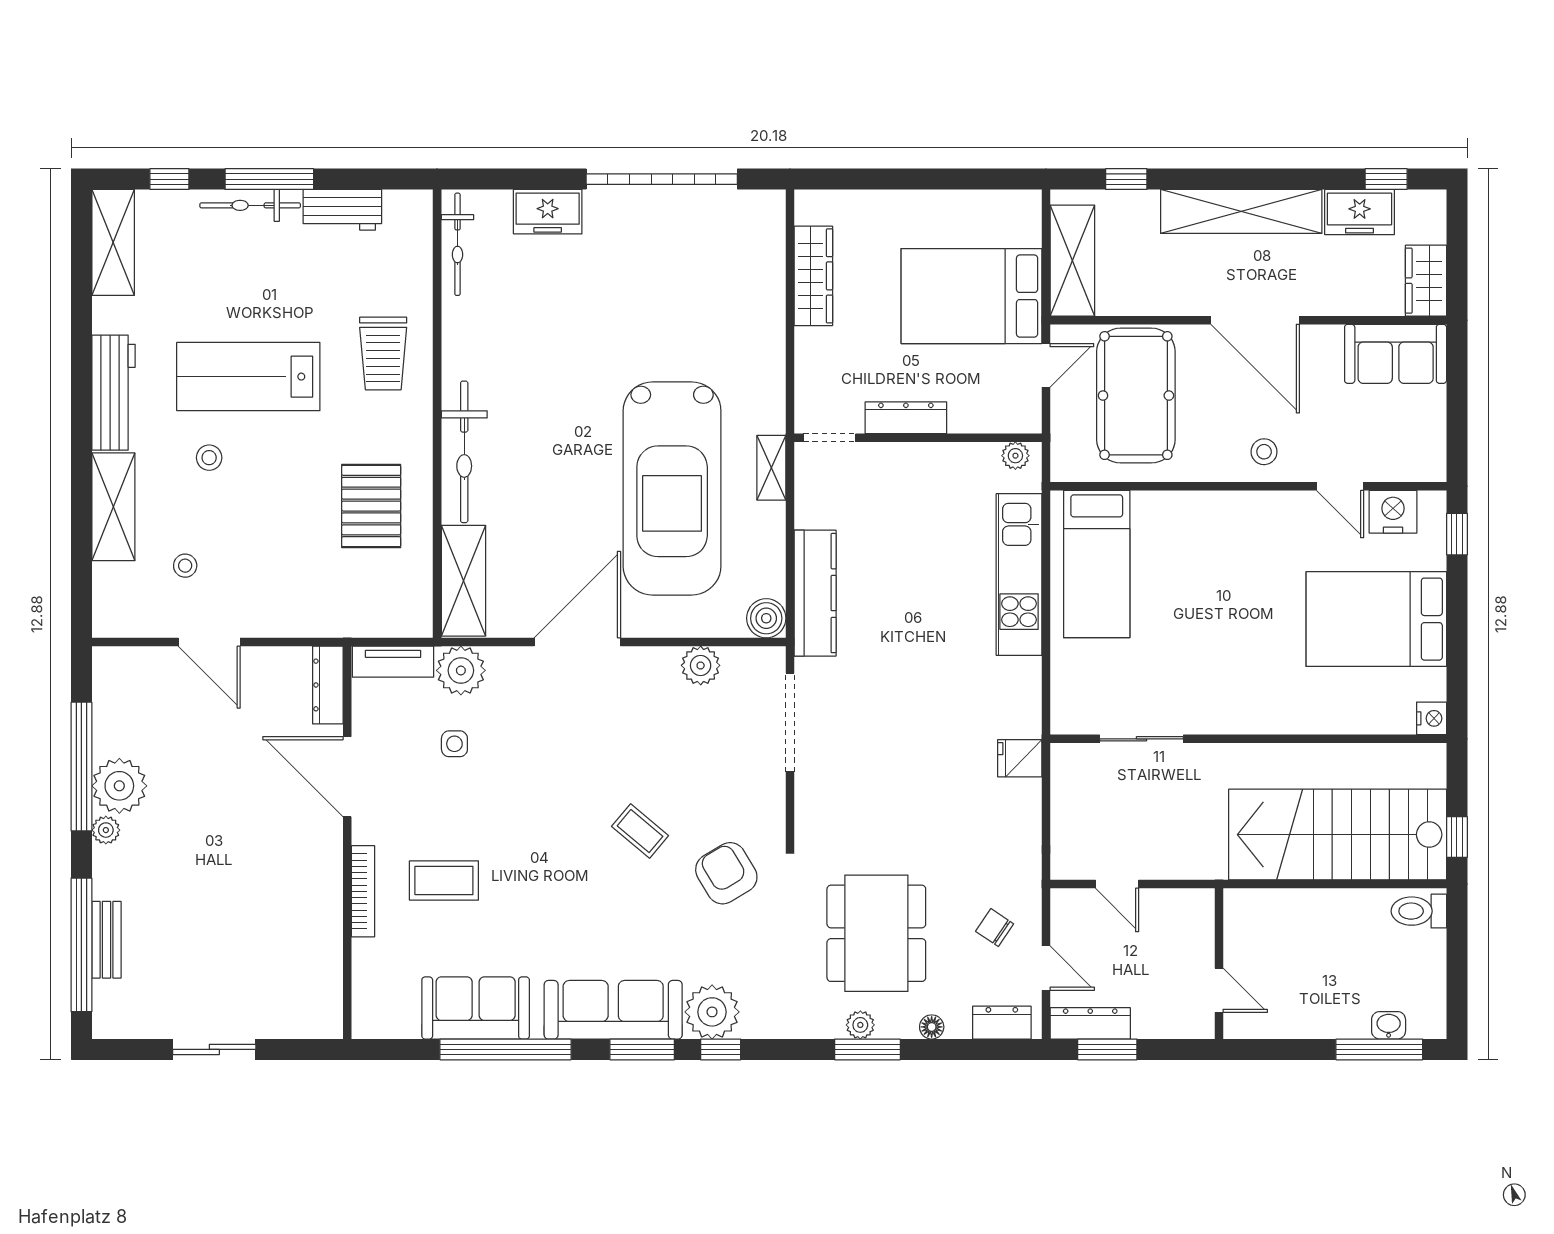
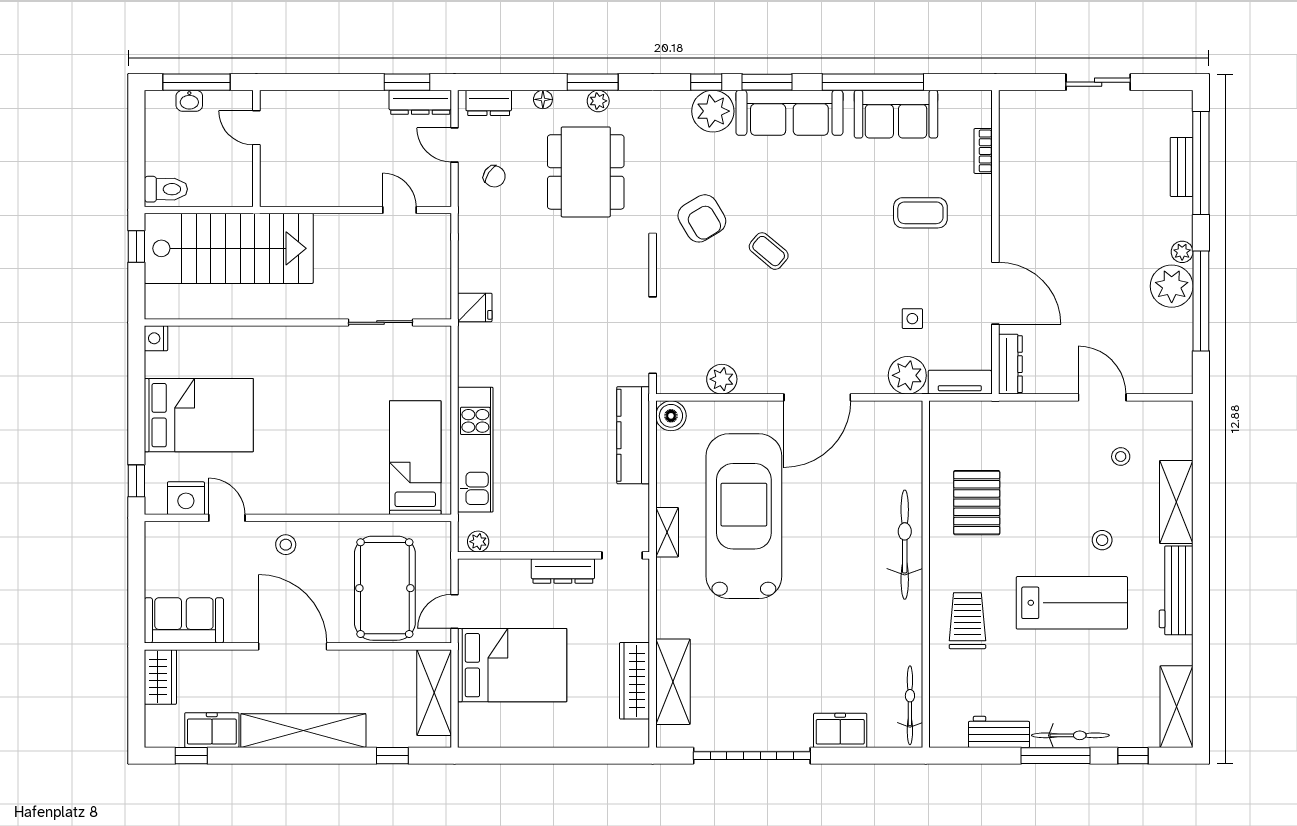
shelving: (463, 581) -> (673, 682), moved
bookcase: (363, 891) -> (983, 151), moved, width x0.64
wall: (1219, 964) -> (256, 148), moved
door: (1219, 990) -> (256, 128), moved

